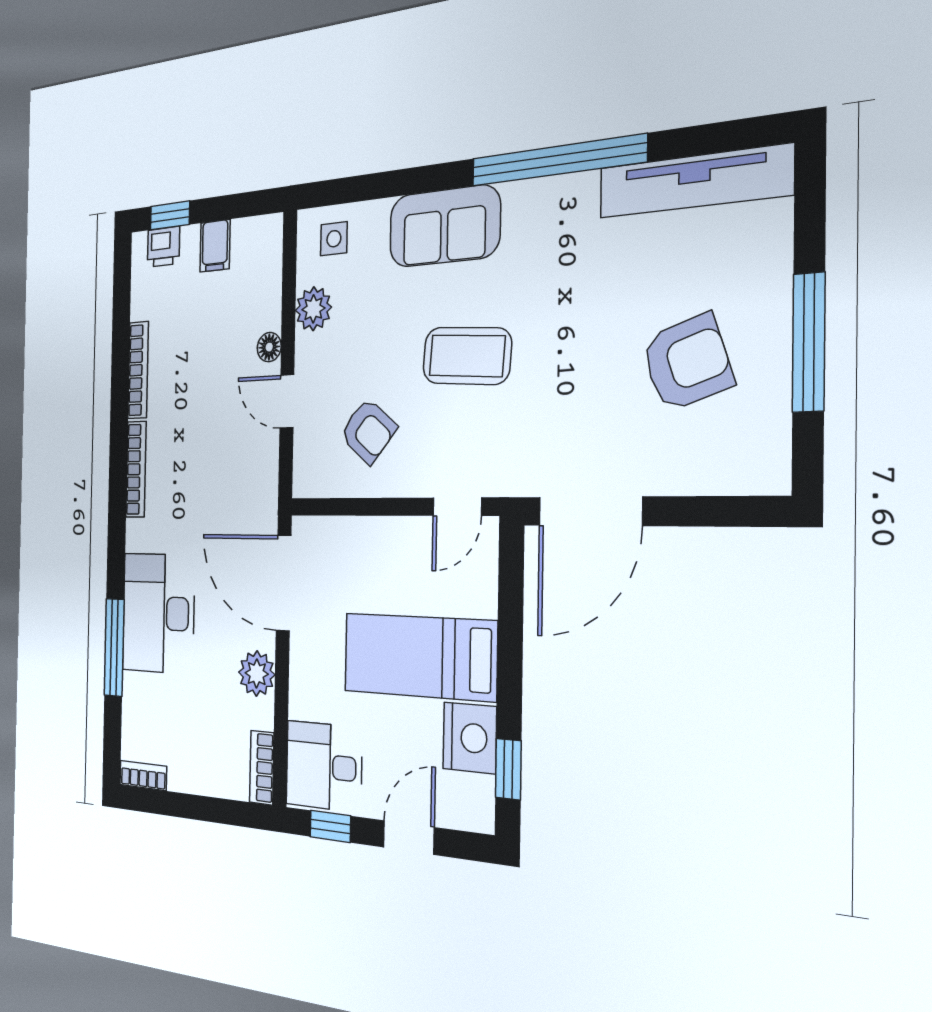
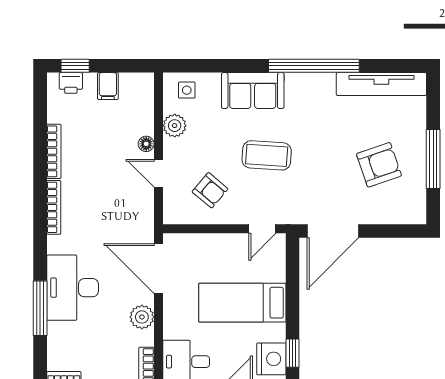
nightstand: (470, 738) -> (271, 359), moved

